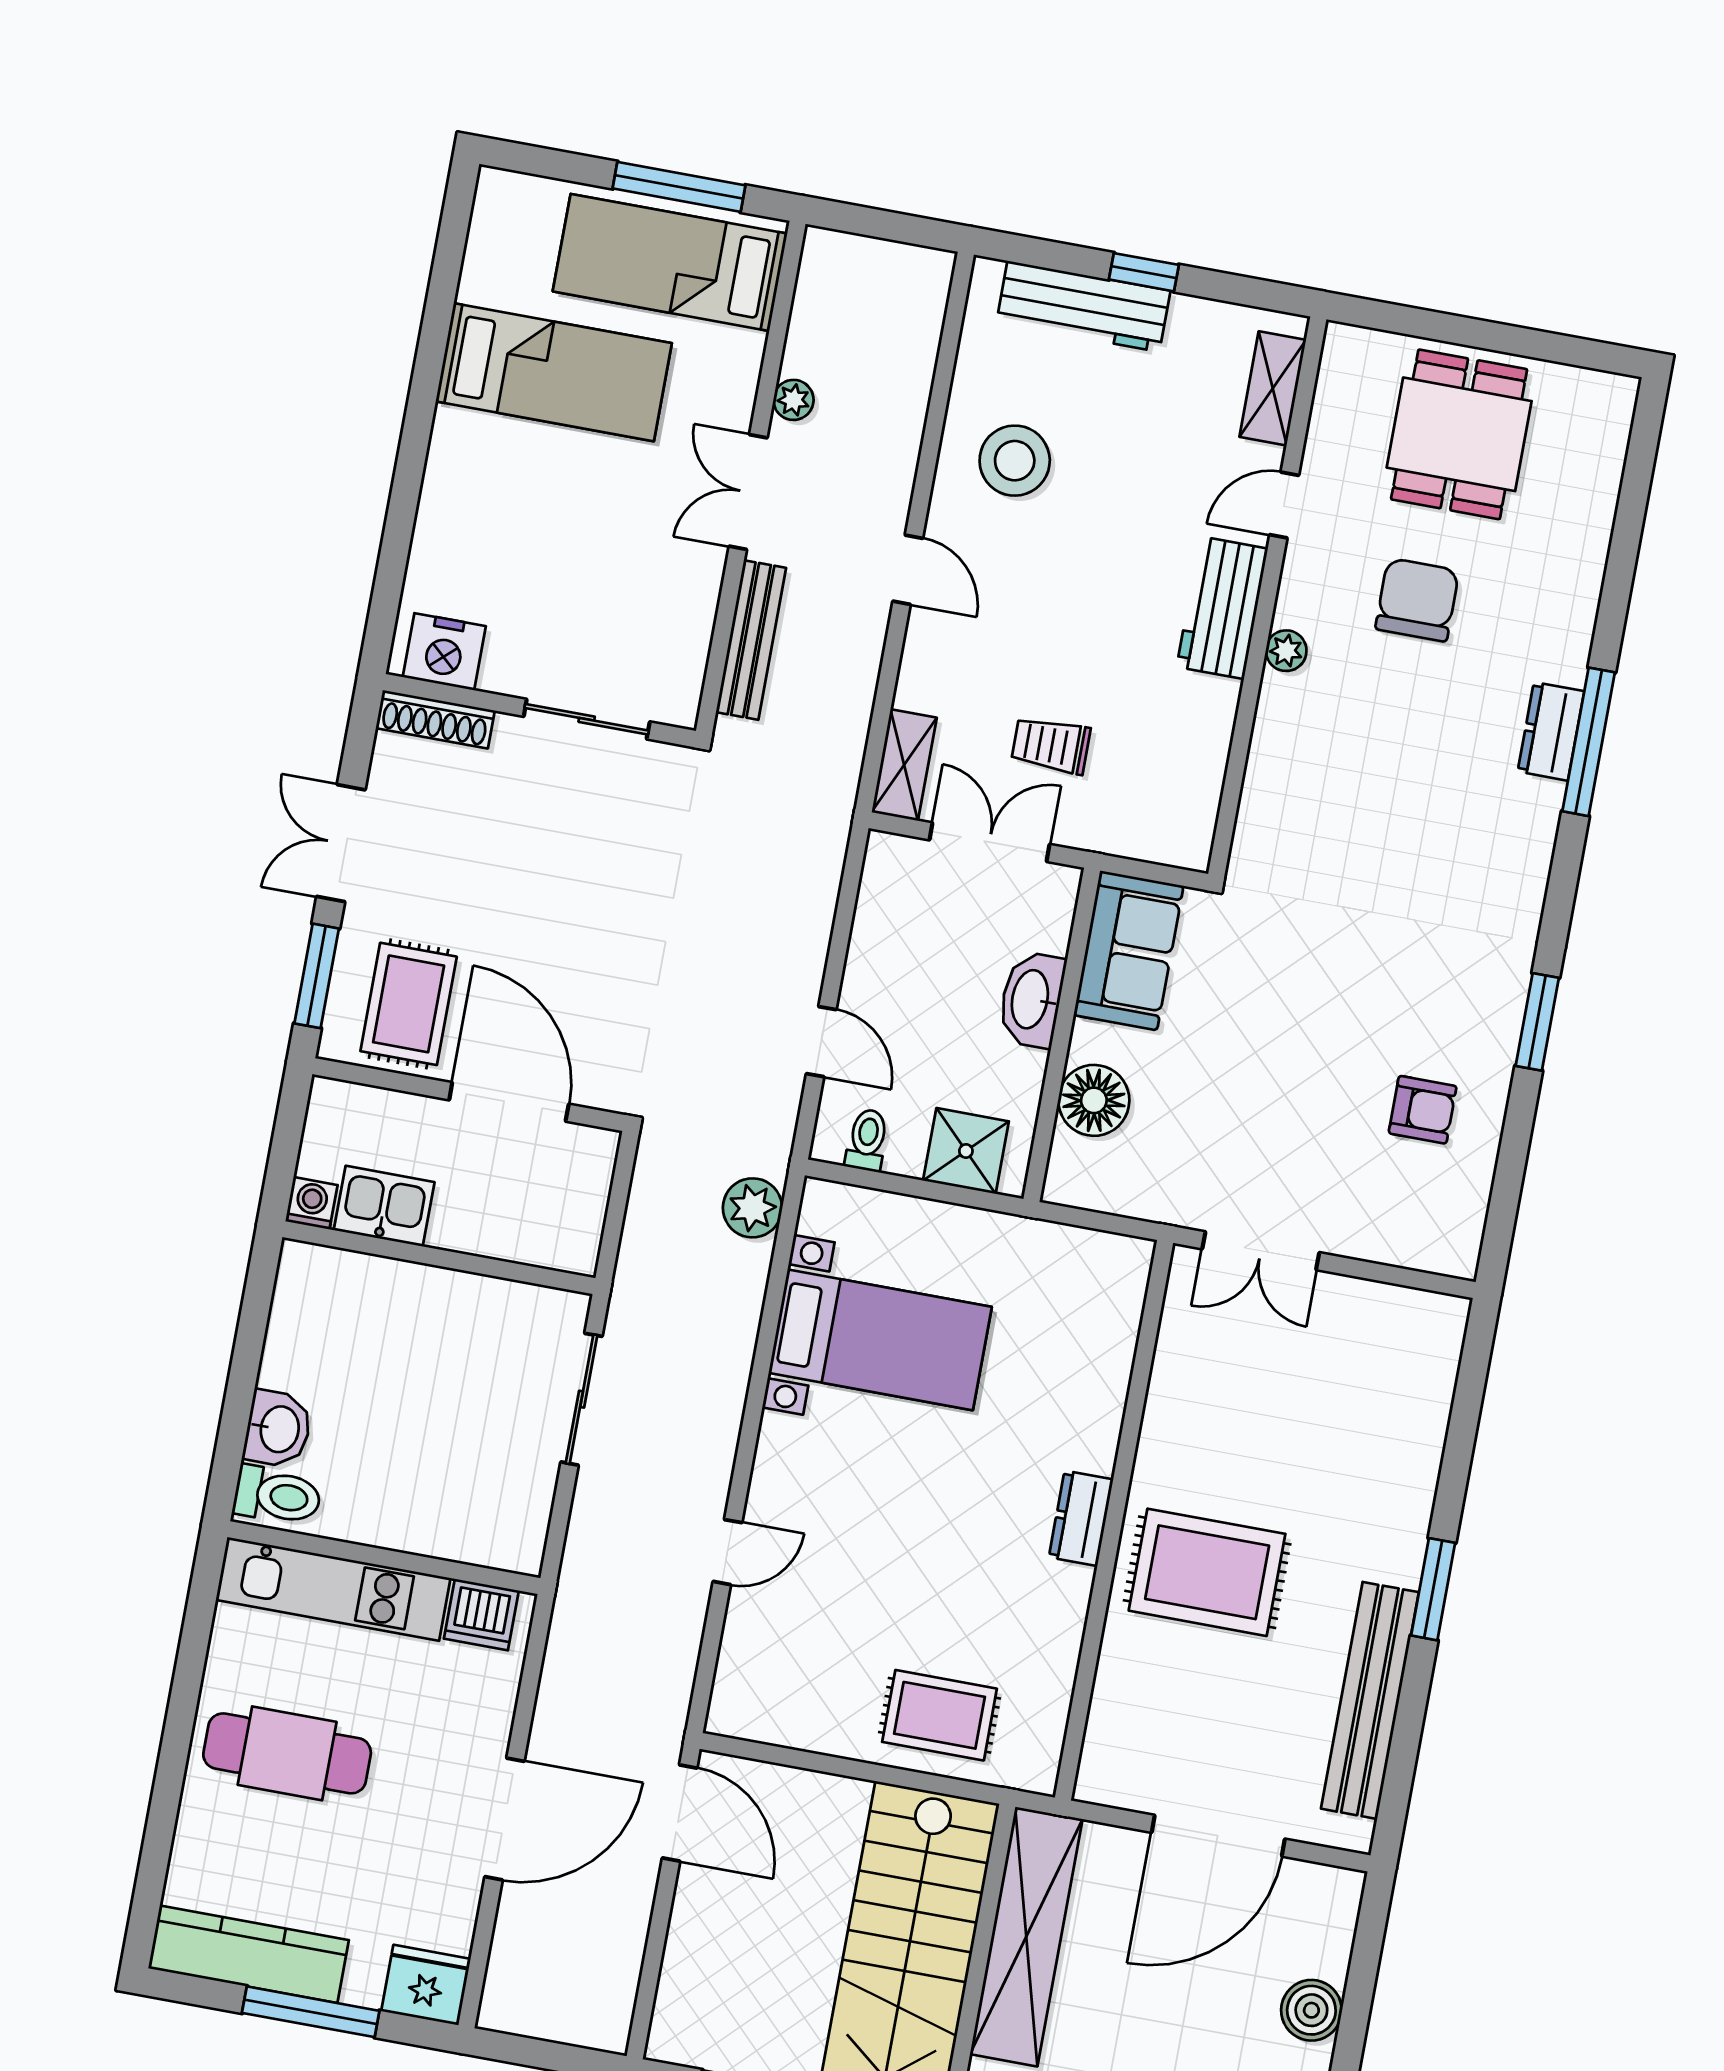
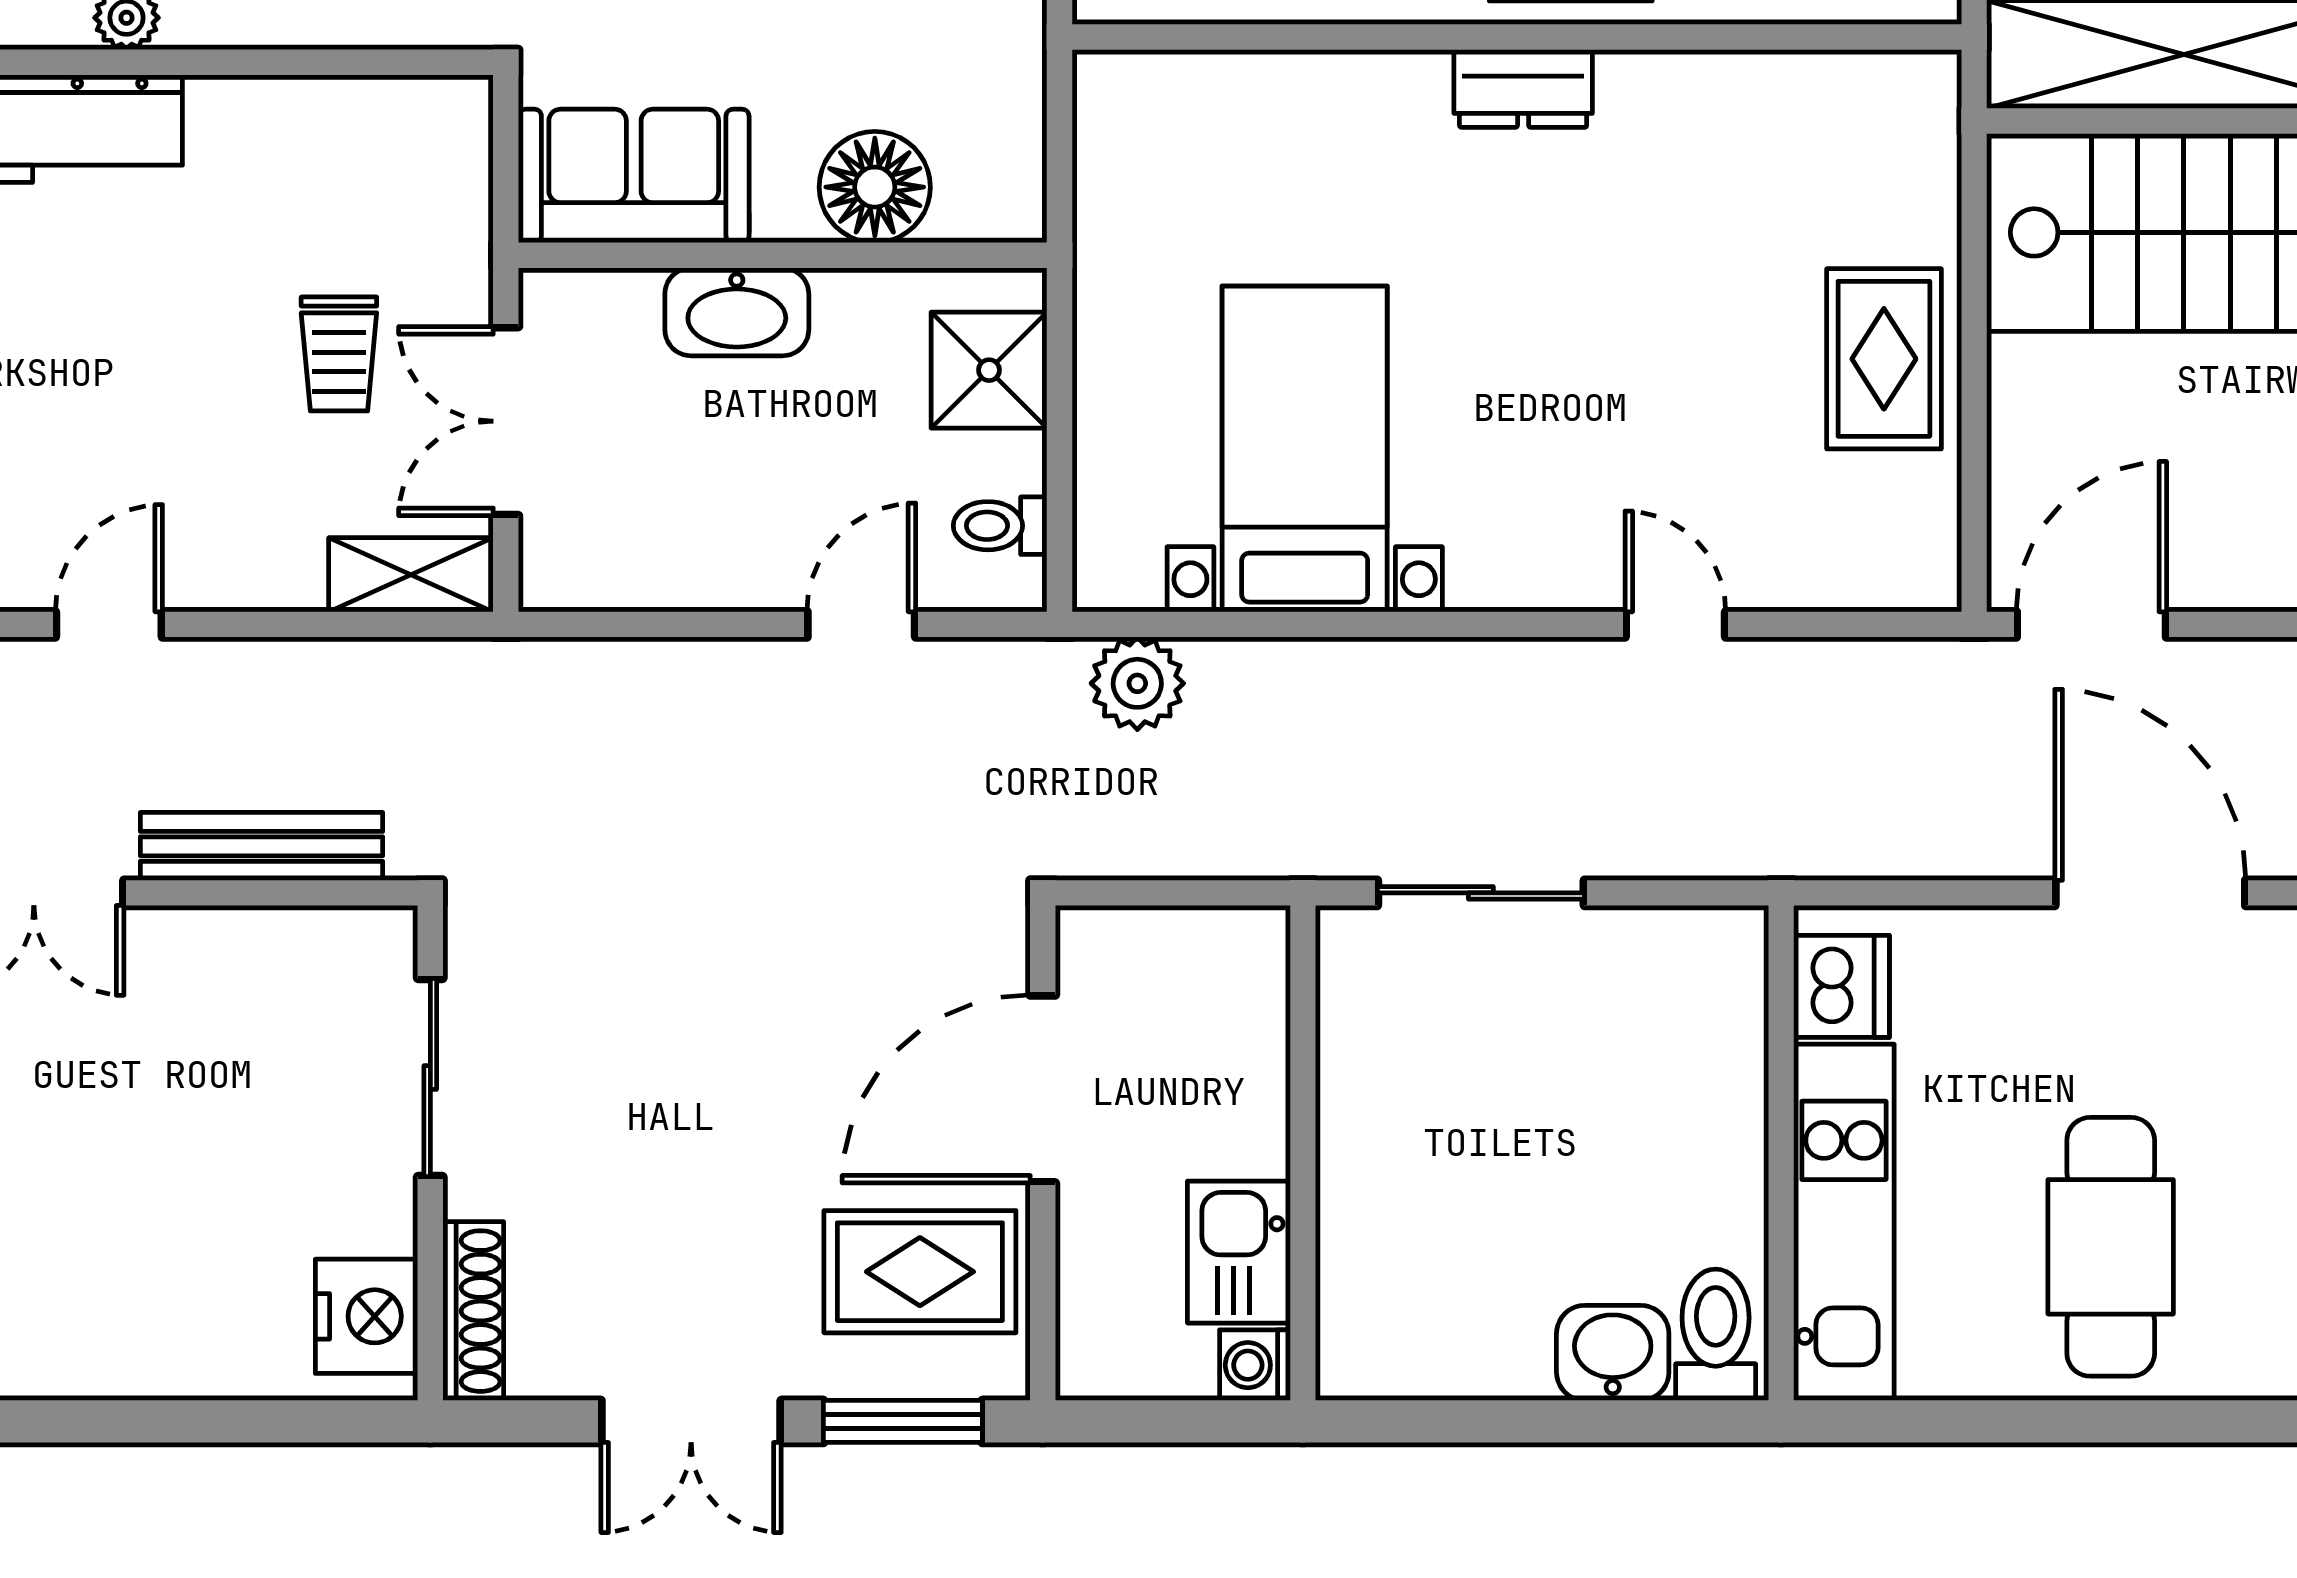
rug: (940, 1715) -> (1884, 359), moved

